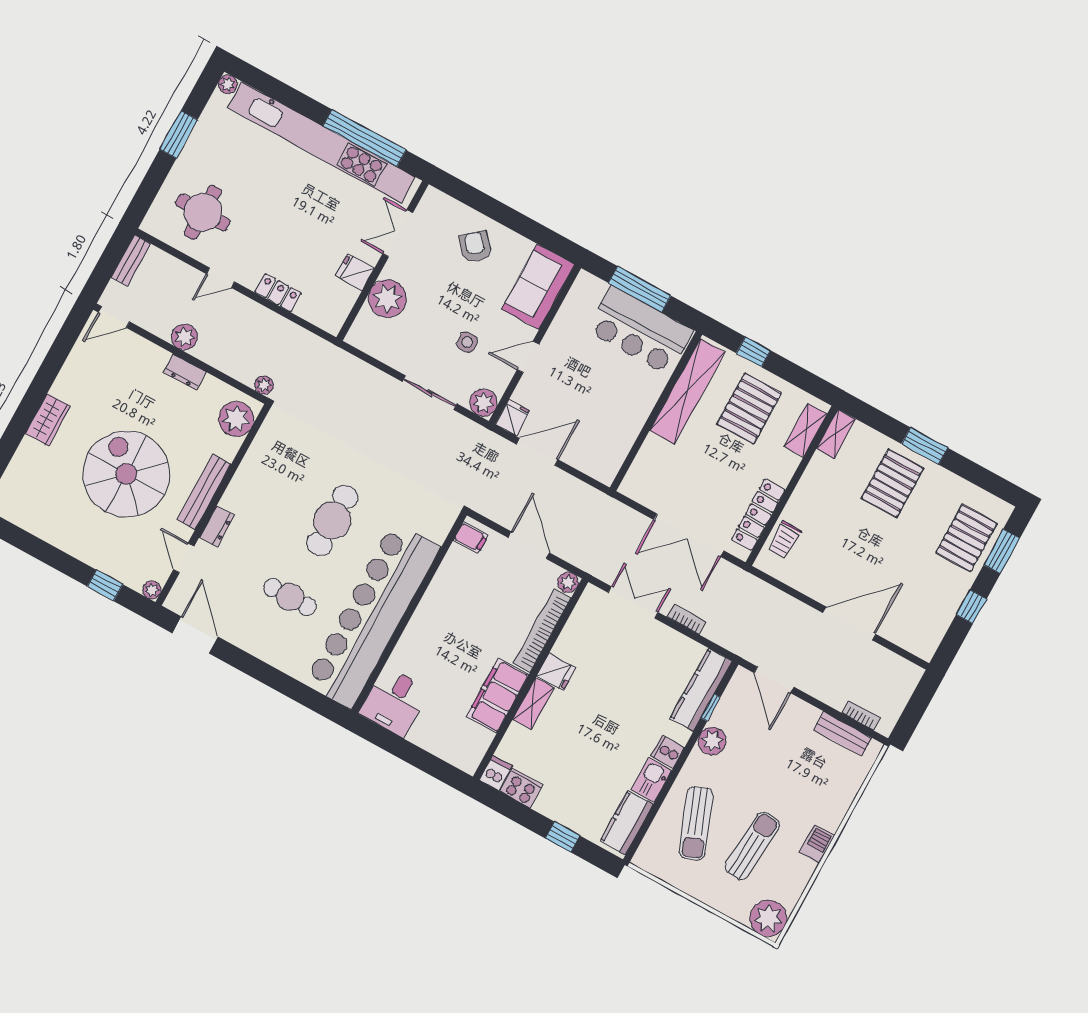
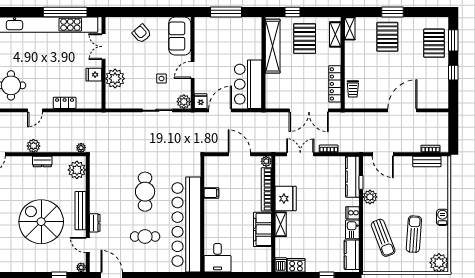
bar counter: (640, 330) -> (248, 84), moved, turned 90
filing cabinet: (471, 538) -> (211, 193), moved
fridge: (556, 672) -> (286, 199), width x1.88, depth x1.34

